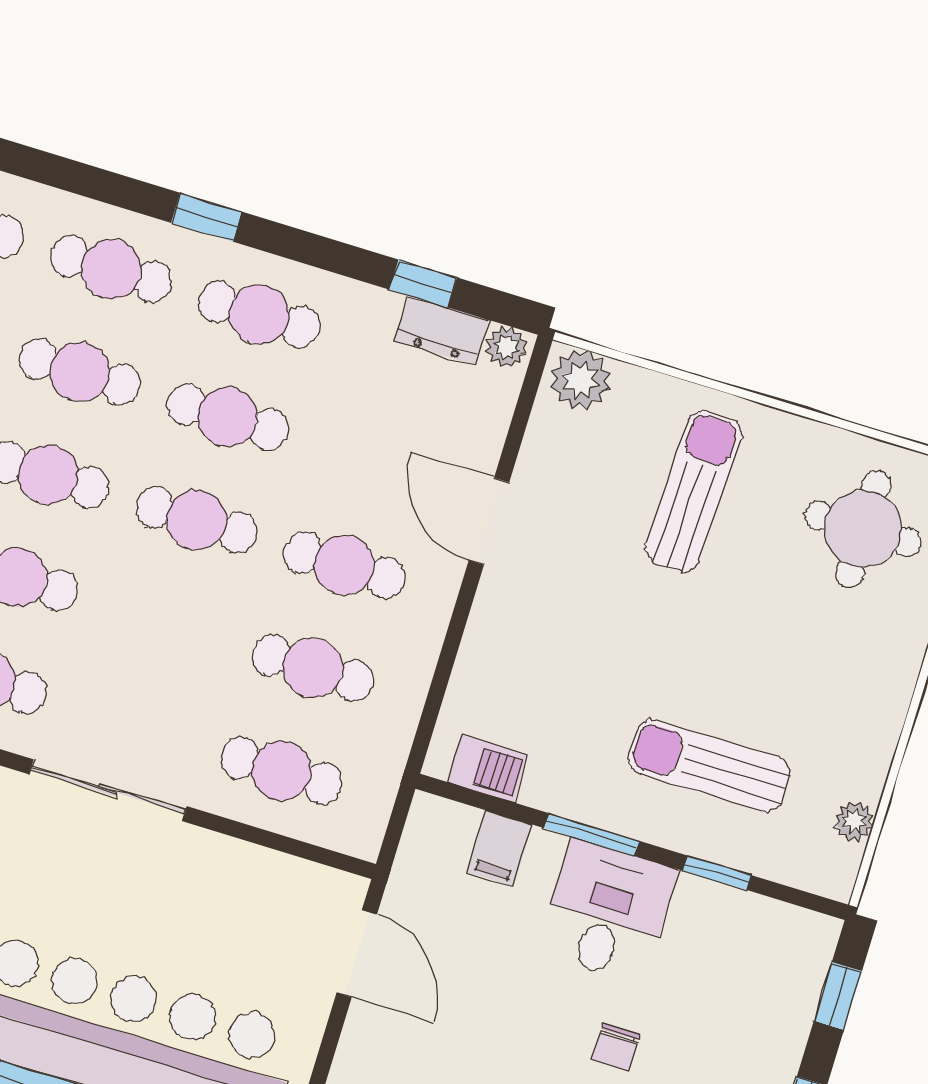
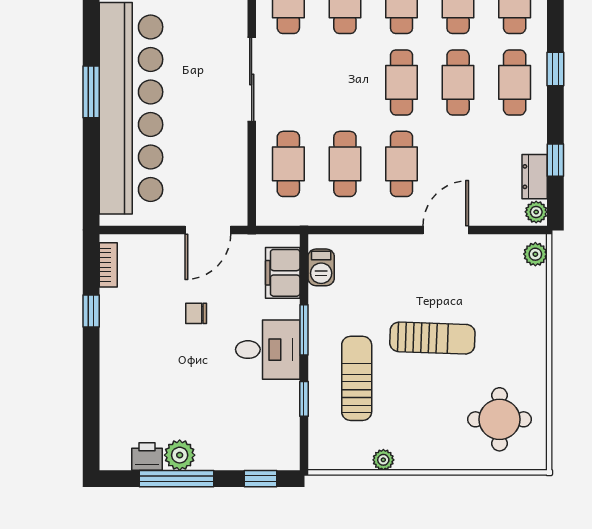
window: (207, 217) -> (555, 69), moved
plant: (580, 380) -> (535, 254), width x0.73, depth x0.73
sun lounger: (693, 491) -> (432, 338), moved
plant: (854, 821) -> (383, 460), moved
filing cabinet: (500, 848) -> (283, 273), width x2.00
chair: (616, 1047) -> (196, 313), moved

